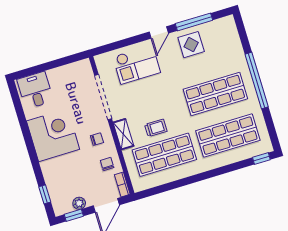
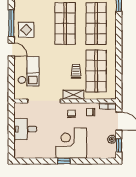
desk: (35, 90) -> (25, 129), moved
corner desk: (53, 135) -> (71, 143), moved
window: (45, 194) -> (64, 161), moved

